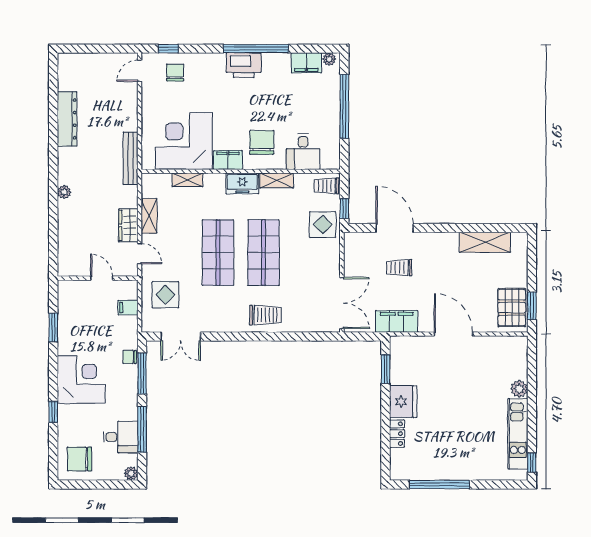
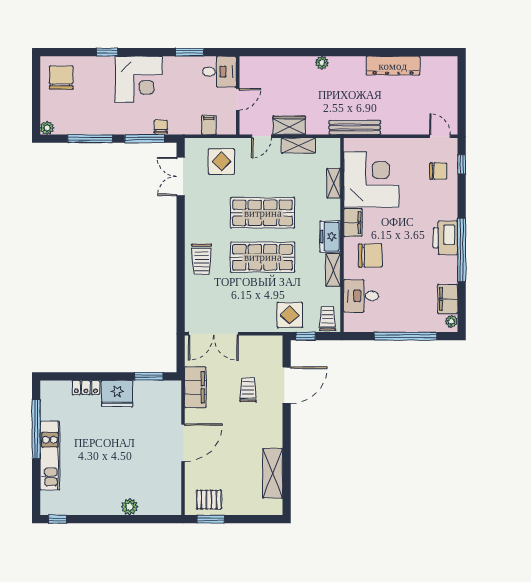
pallet: (512, 308) -> (209, 500), width x0.67, depth x0.71
kitchen unit: (518, 434) -> (50, 456), moved, turned 90
desk: (121, 437) -> (219, 72), moved, turned -90

